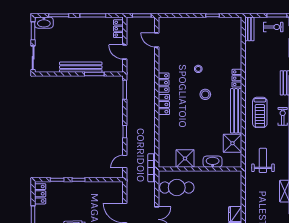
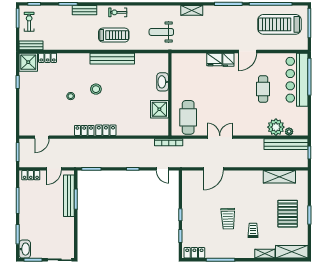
bench: (81, 67) -> (69, 196), moved
locker: (237, 78) -> (48, 58), moved
shower: (232, 143) -> (28, 62), moved

